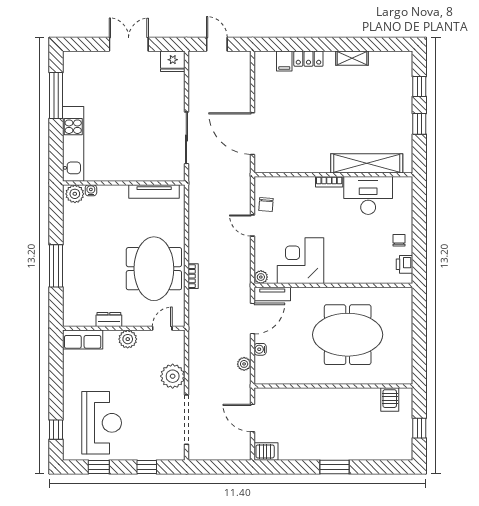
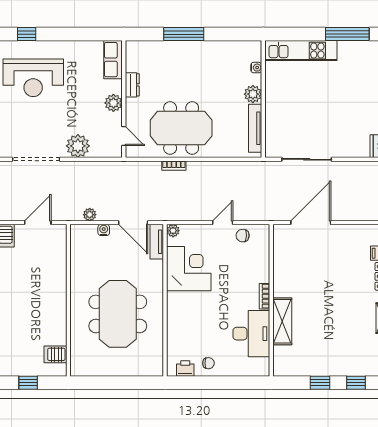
shelving: (367, 163) -> (282, 321), width x0.68
plant: (75, 194) -> (253, 94), moved

